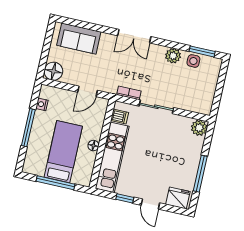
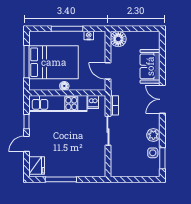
sofa: (79, 39) -> (150, 66), moved
plant: (199, 128) -> (99, 170), removed
bed: (63, 152) -> (54, 62), width x1.50

